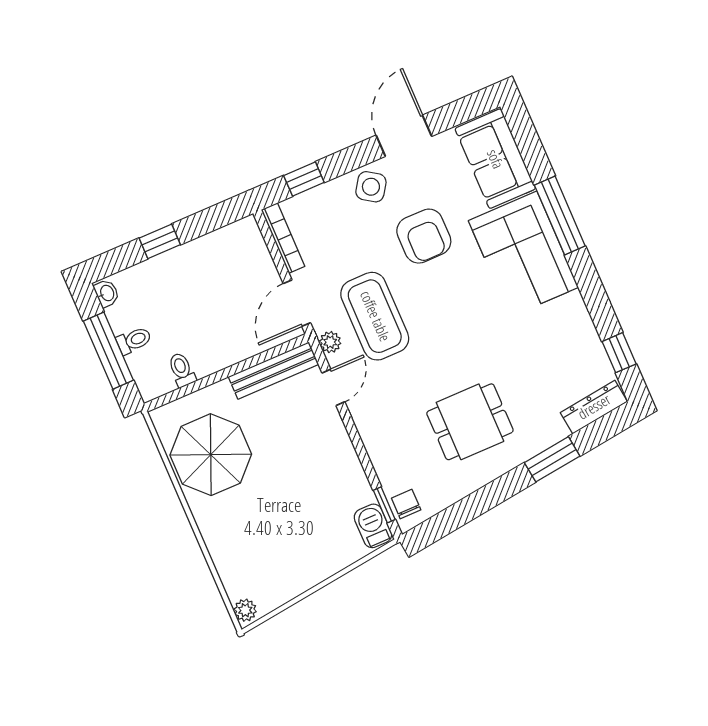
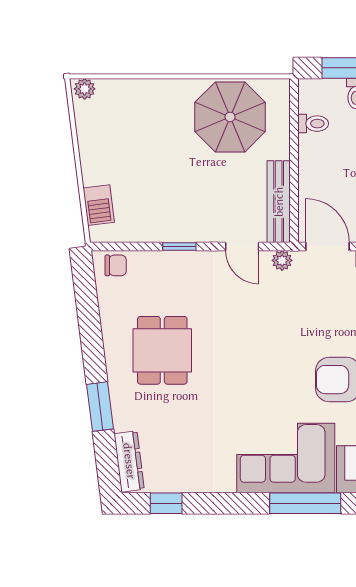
coffee table: (375, 316) -> (288, 308), removed
window: (384, 505) -> (179, 246), moved
barbecue: (373, 526) -> (99, 205), moved, turned 83

